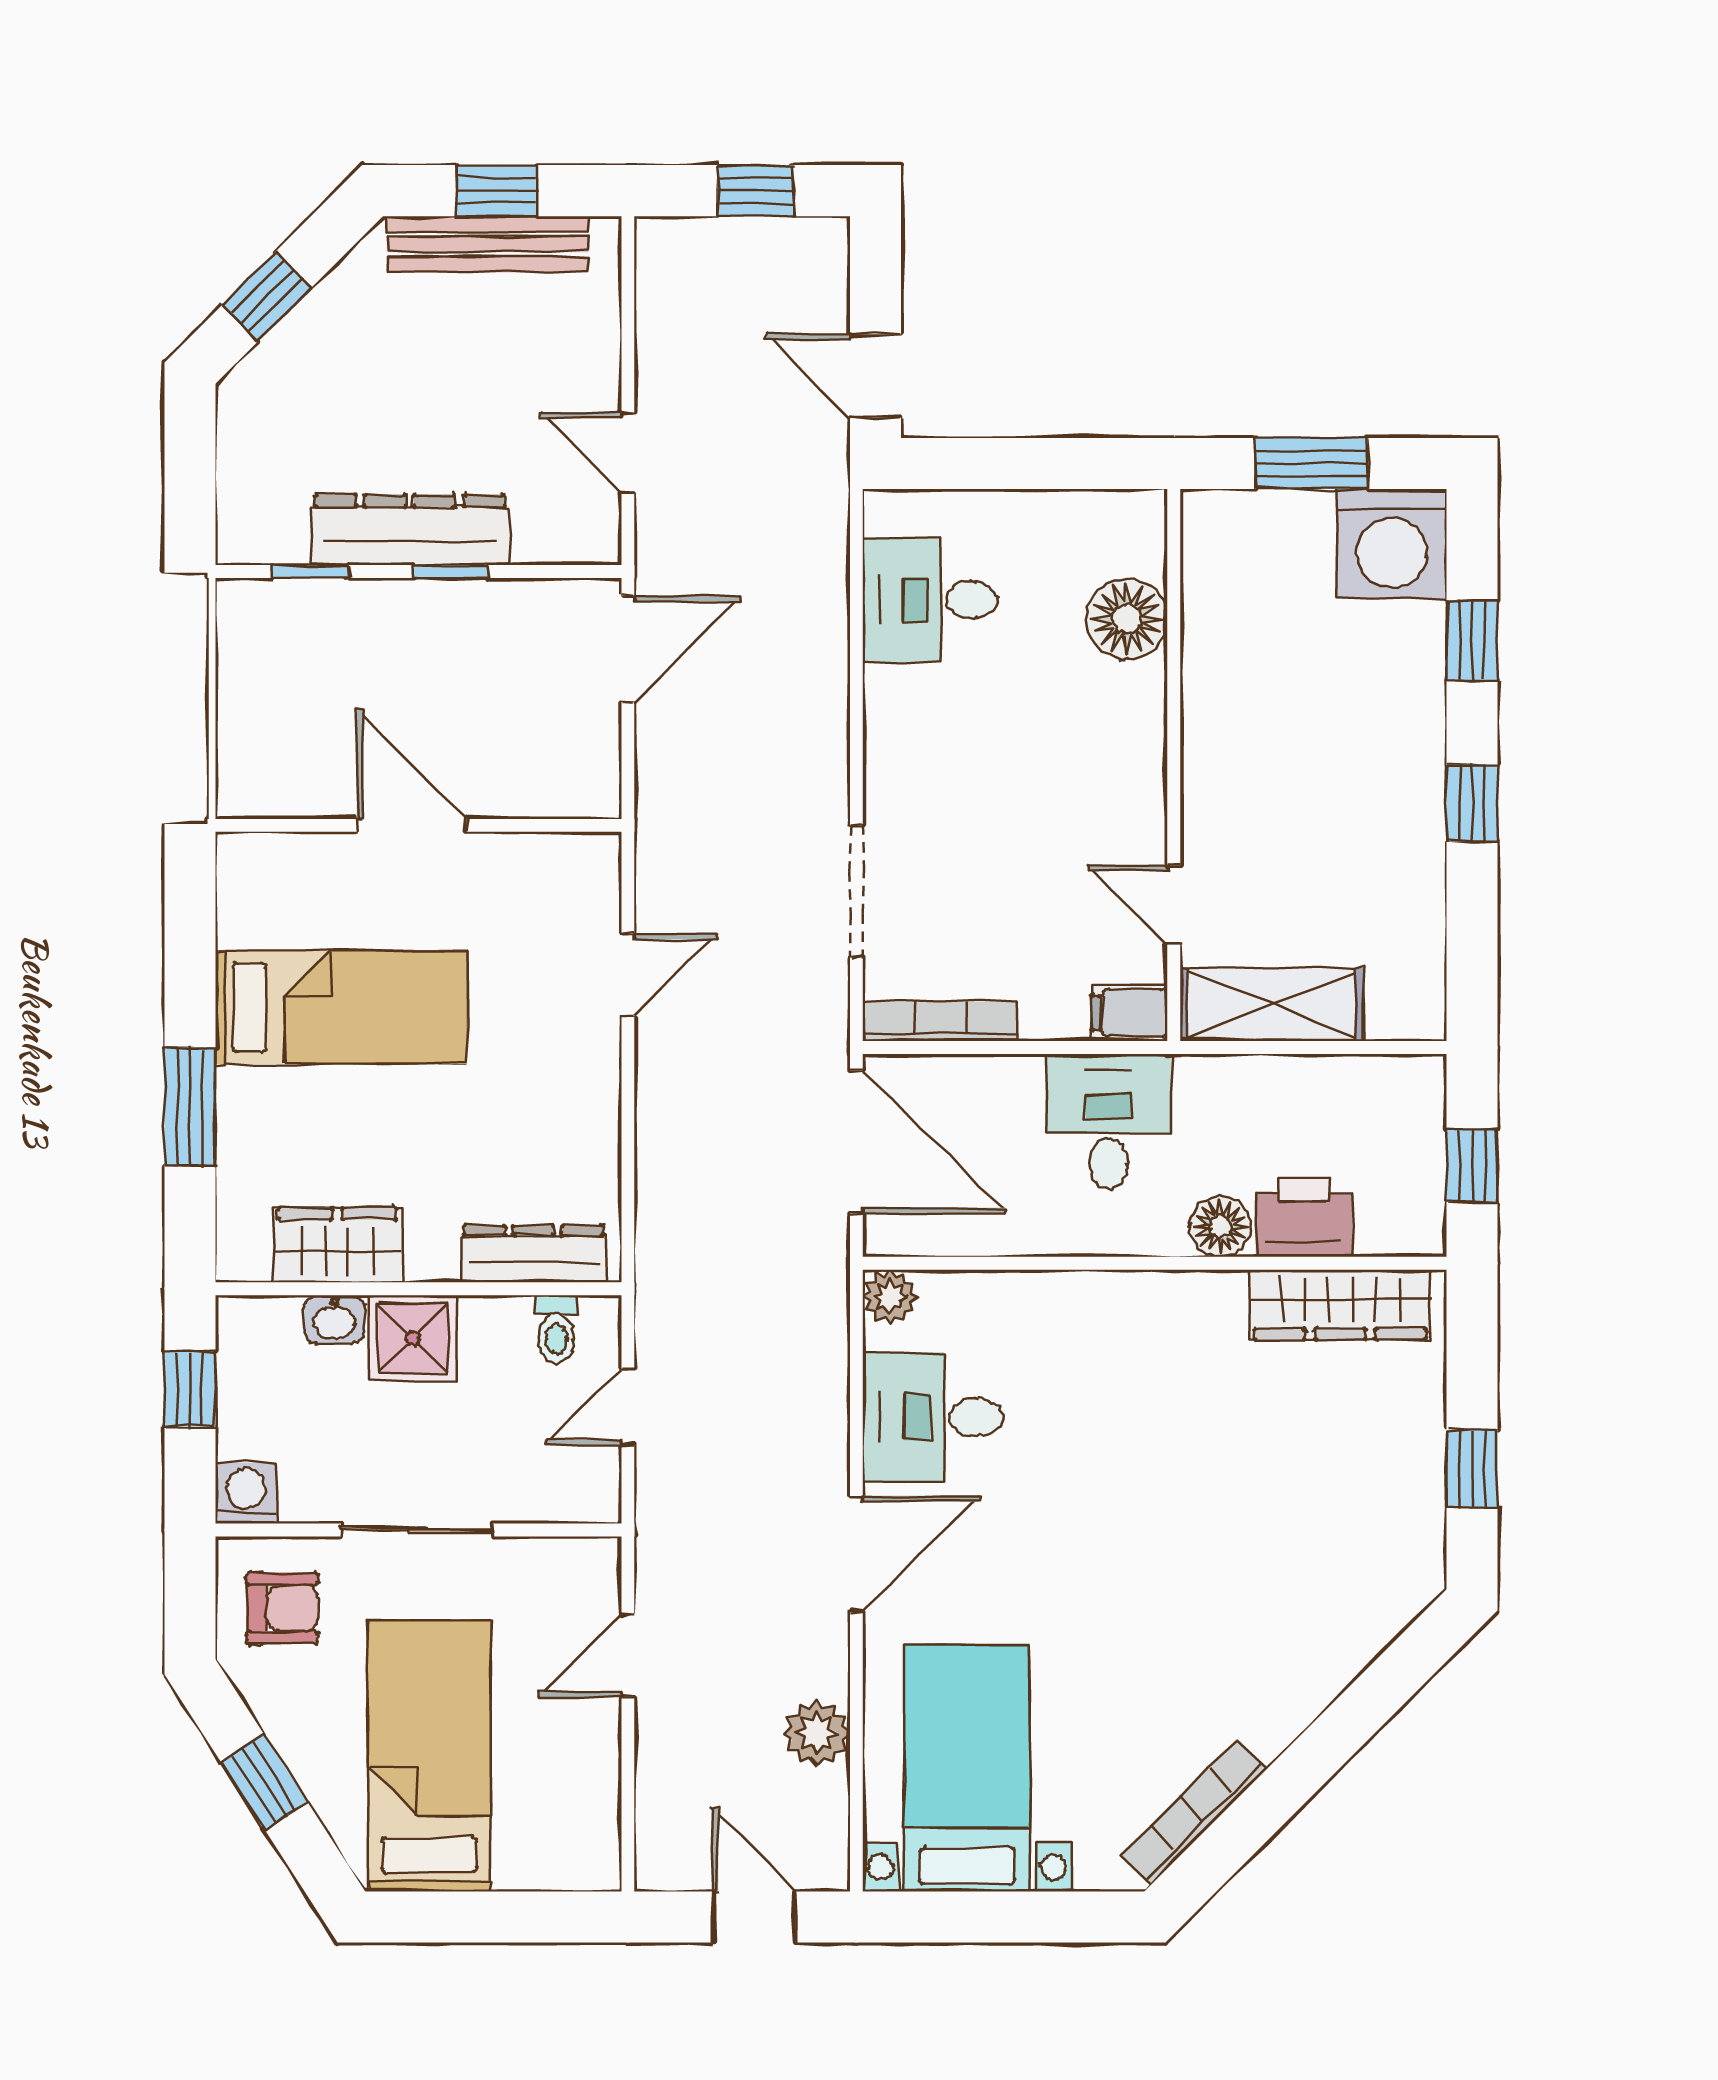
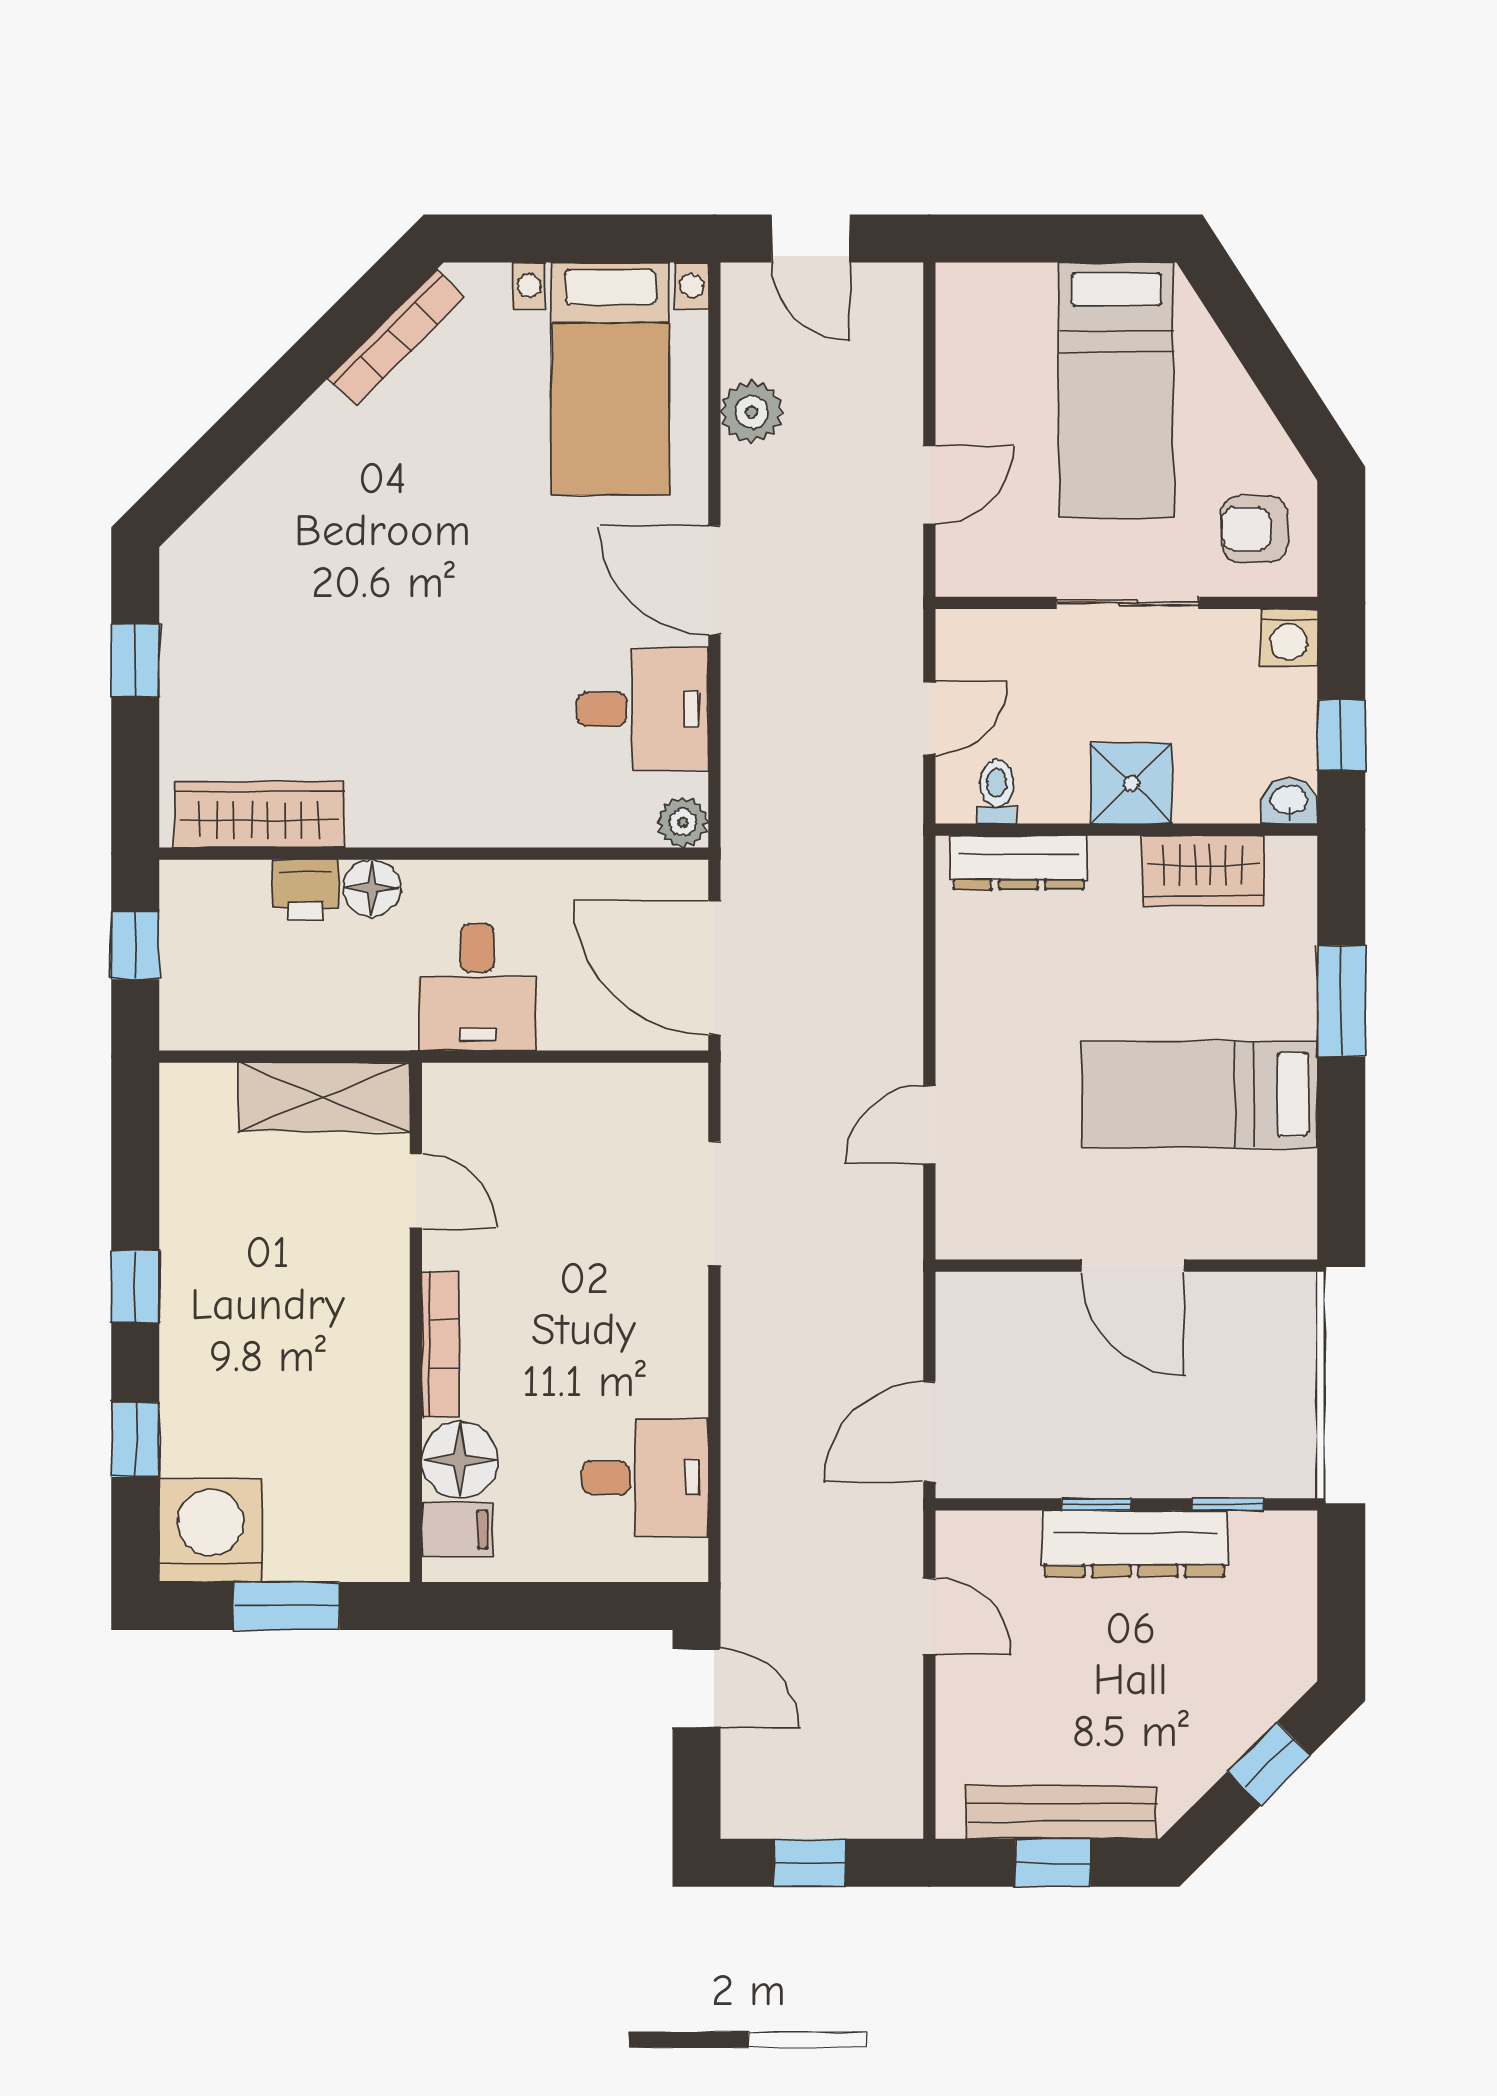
filing cabinet: (1129, 1013) -> (458, 1530), moved
bookcase: (940, 1021) -> (440, 1344), moved, turned -90
printer: (1304, 1217) -> (305, 890), width x0.73, depth x0.81
washbasin: (334, 1319) -> (1289, 801), moved
door: (856, 1554) -> (714, 580), hinge flipped
window: (265, 1782) -> (1271, 365), removed

